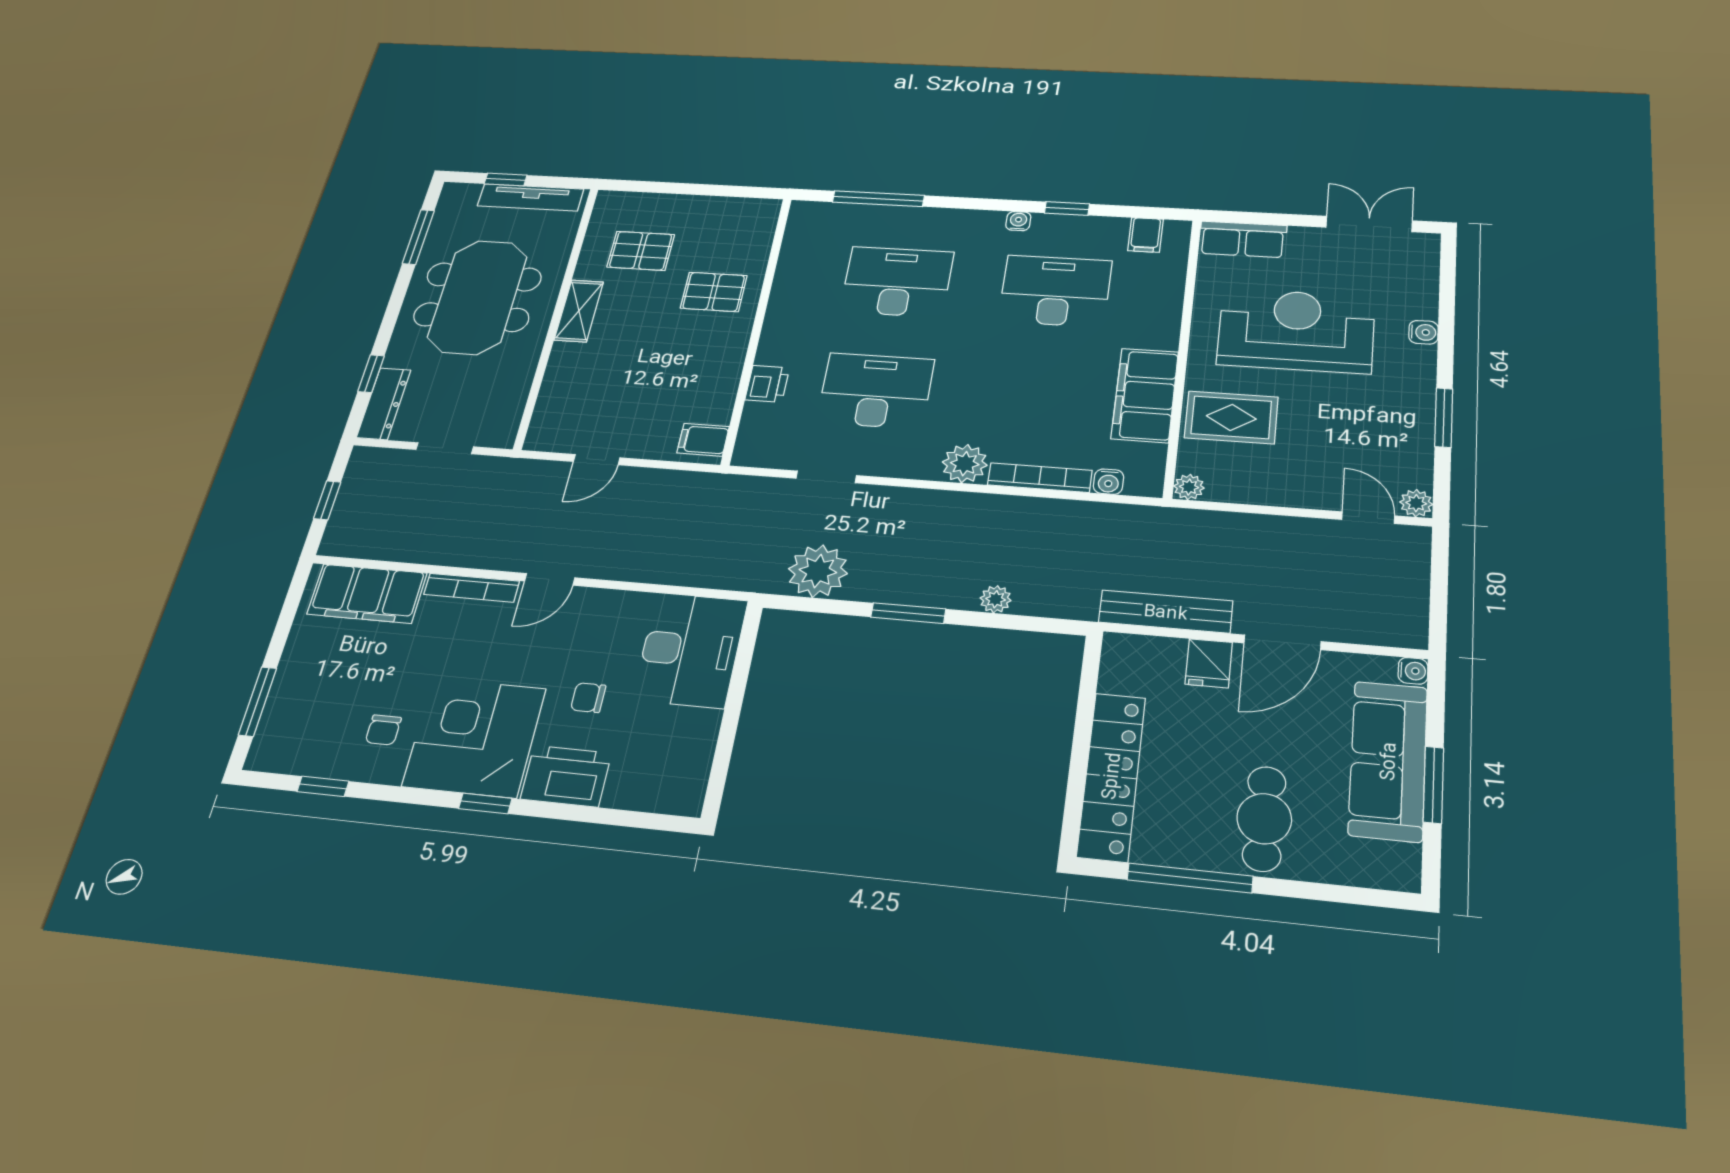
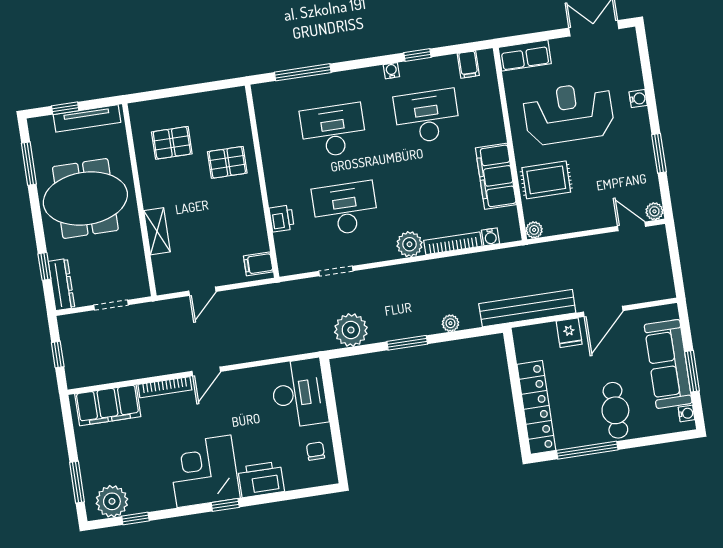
meeting table: (478, 297) -> (85, 198), turned 90
shelving: (579, 311) -> (157, 231), moved
bench: (1166, 612) -> (527, 308), width x1.37, depth x1.21
water cooler: (1413, 671) -> (686, 413), moved
chair: (588, 698) -> (316, 451), moved, turned 90
chair: (383, 730) -> (153, 480), removed
plant: (298, 747) -> (112, 501), added

